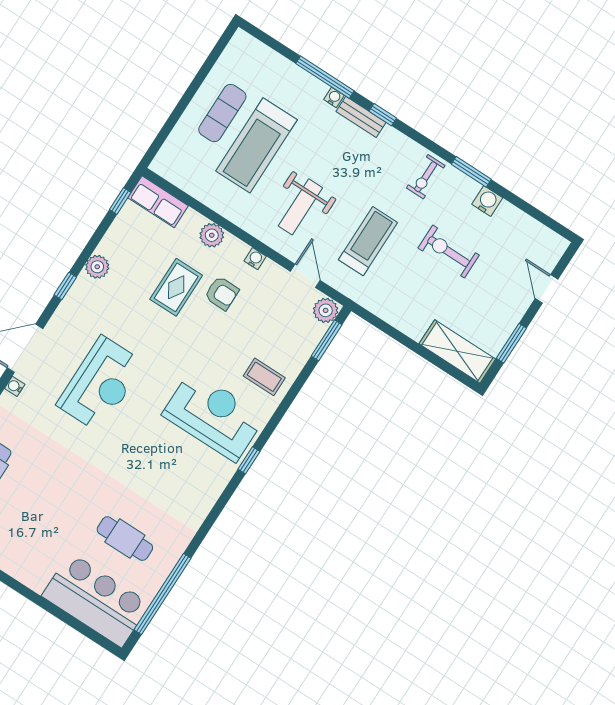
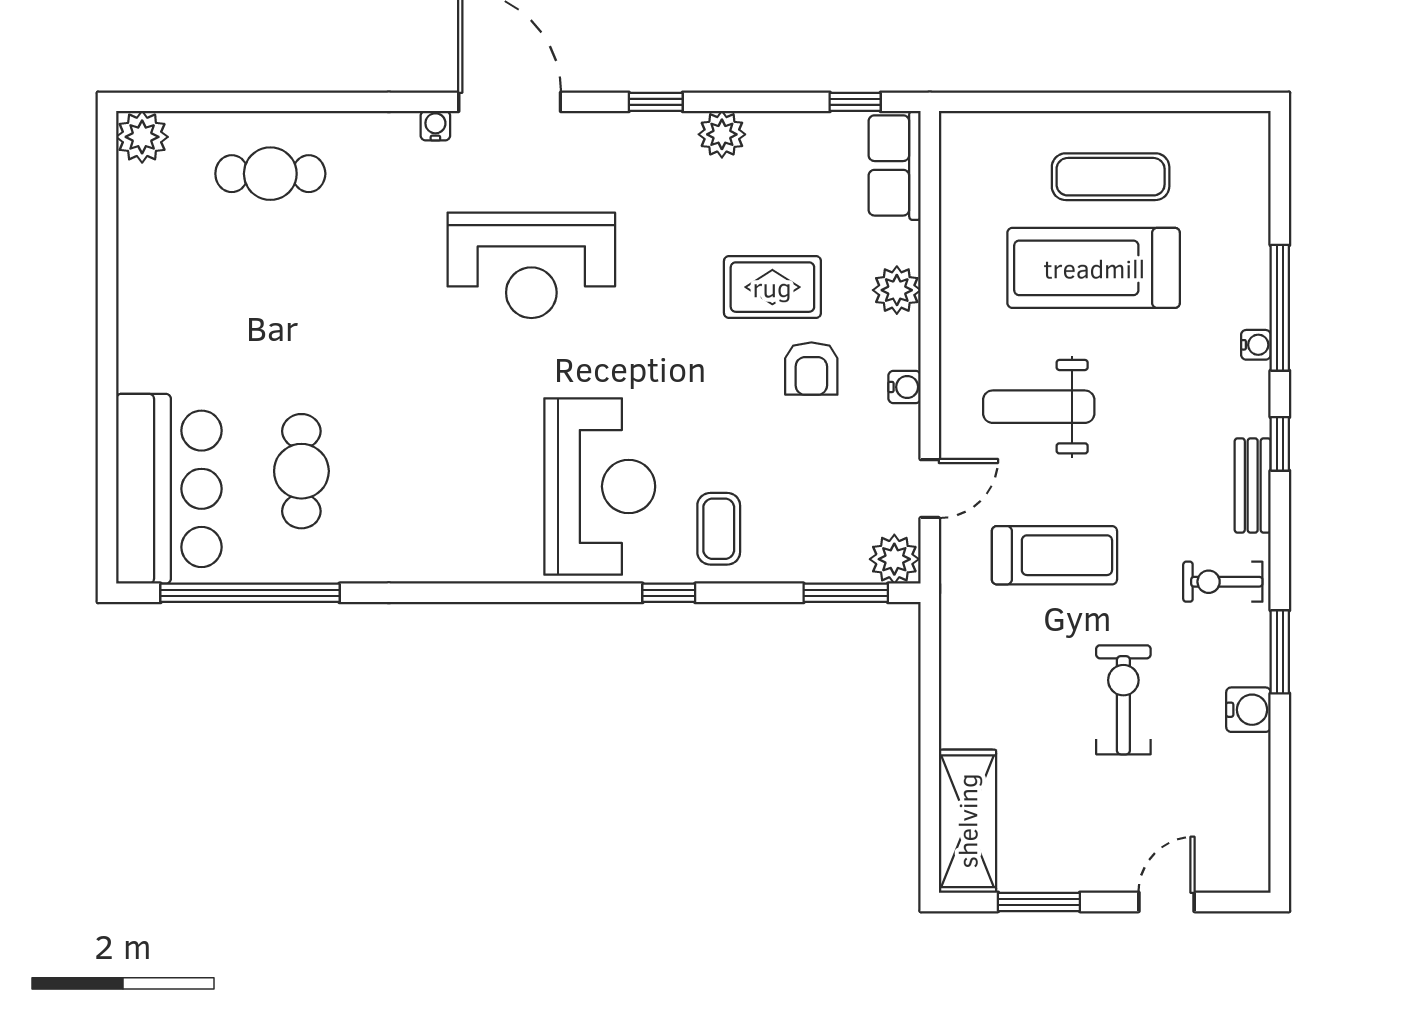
bench: (361, 117) -> (1253, 486), moved
window: (249, 460) -> (669, 593), moved

